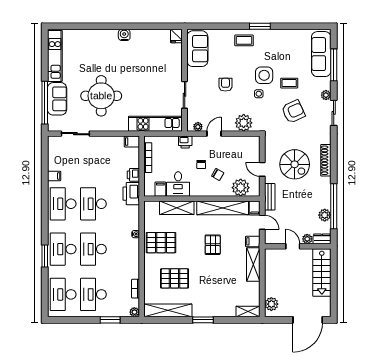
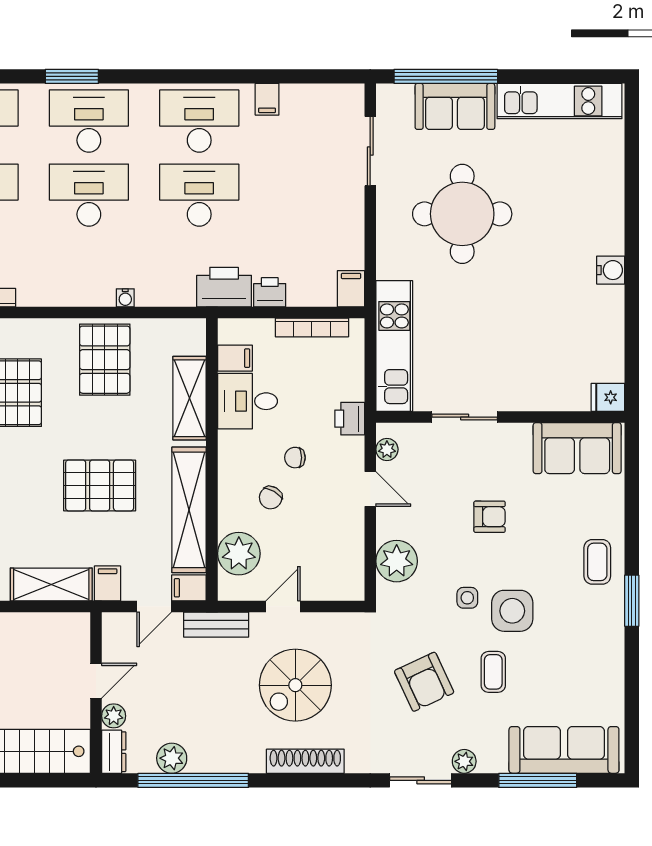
pallet: (213, 245) -> (100, 485), width x1.50, depth x1.42

